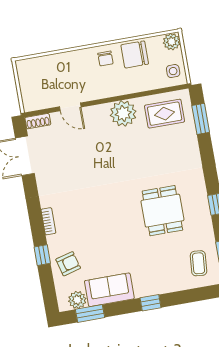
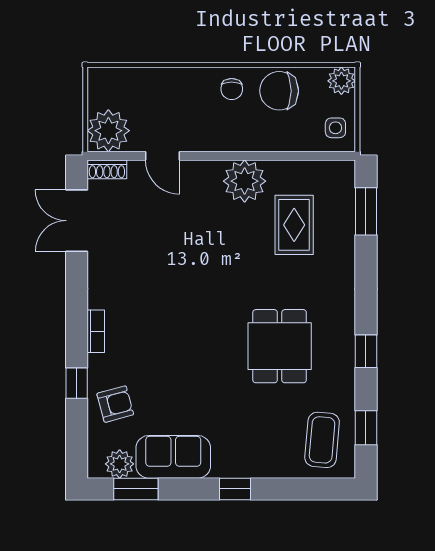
plant: (35, 97) -> (108, 131), added
rug: (165, 114) -> (294, 225), moved, turned 90
coffee table: (199, 263) -> (322, 440), width x1.36, depth x1.30

